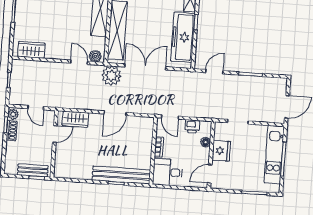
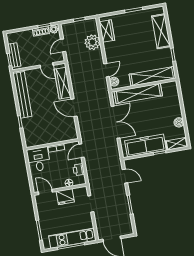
plant: (111, 76) -> (93, 42), moved
wardrobe: (75, 119) -> (63, 83), width x1.50
bench: (121, 175) -> (22, 95), moved

